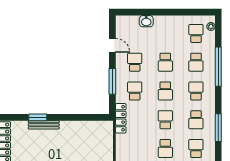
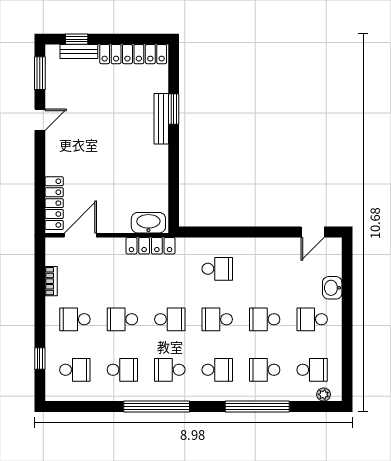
door: (112, 45) -> (313, 232), moved
school desk: (135, 62) -> (312, 319), moved, turned 180
window: (112, 81) -> (233, 232), removed
locker: (121, 118) -> (150, 246), moved
window: (218, 128) -> (157, 407), width x1.46
washbasin: (107, 133) -> (148, 223), added

